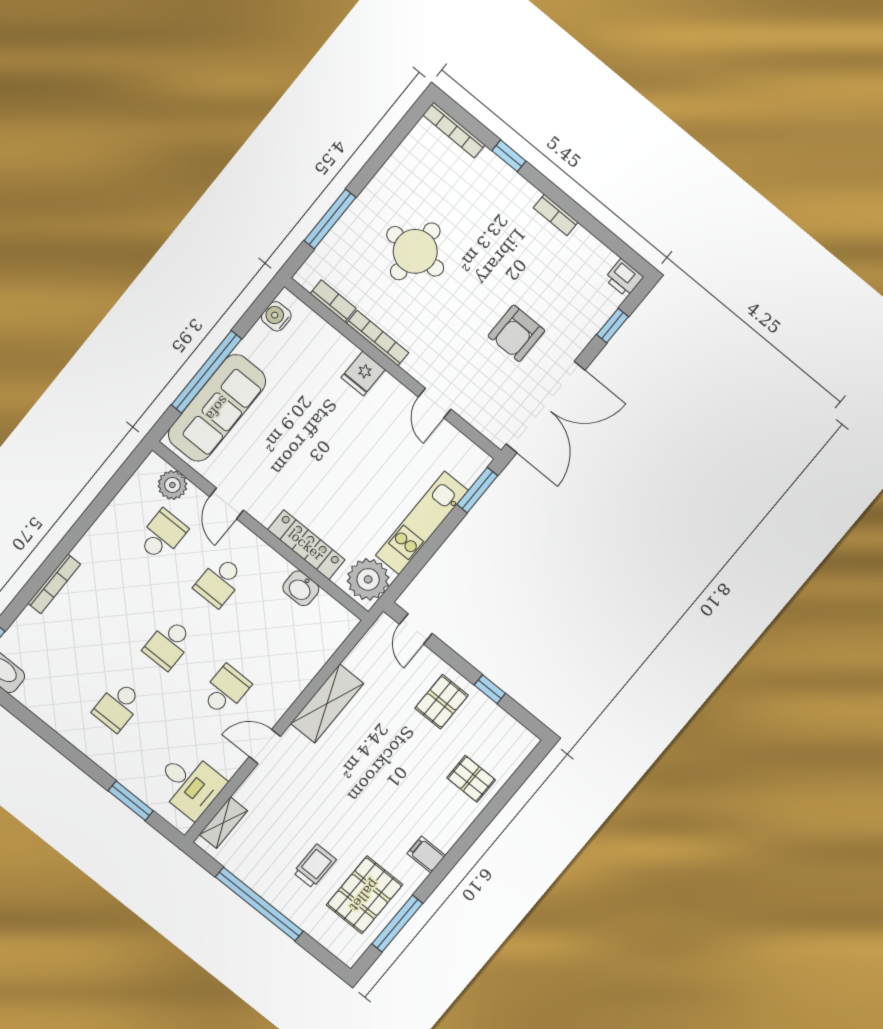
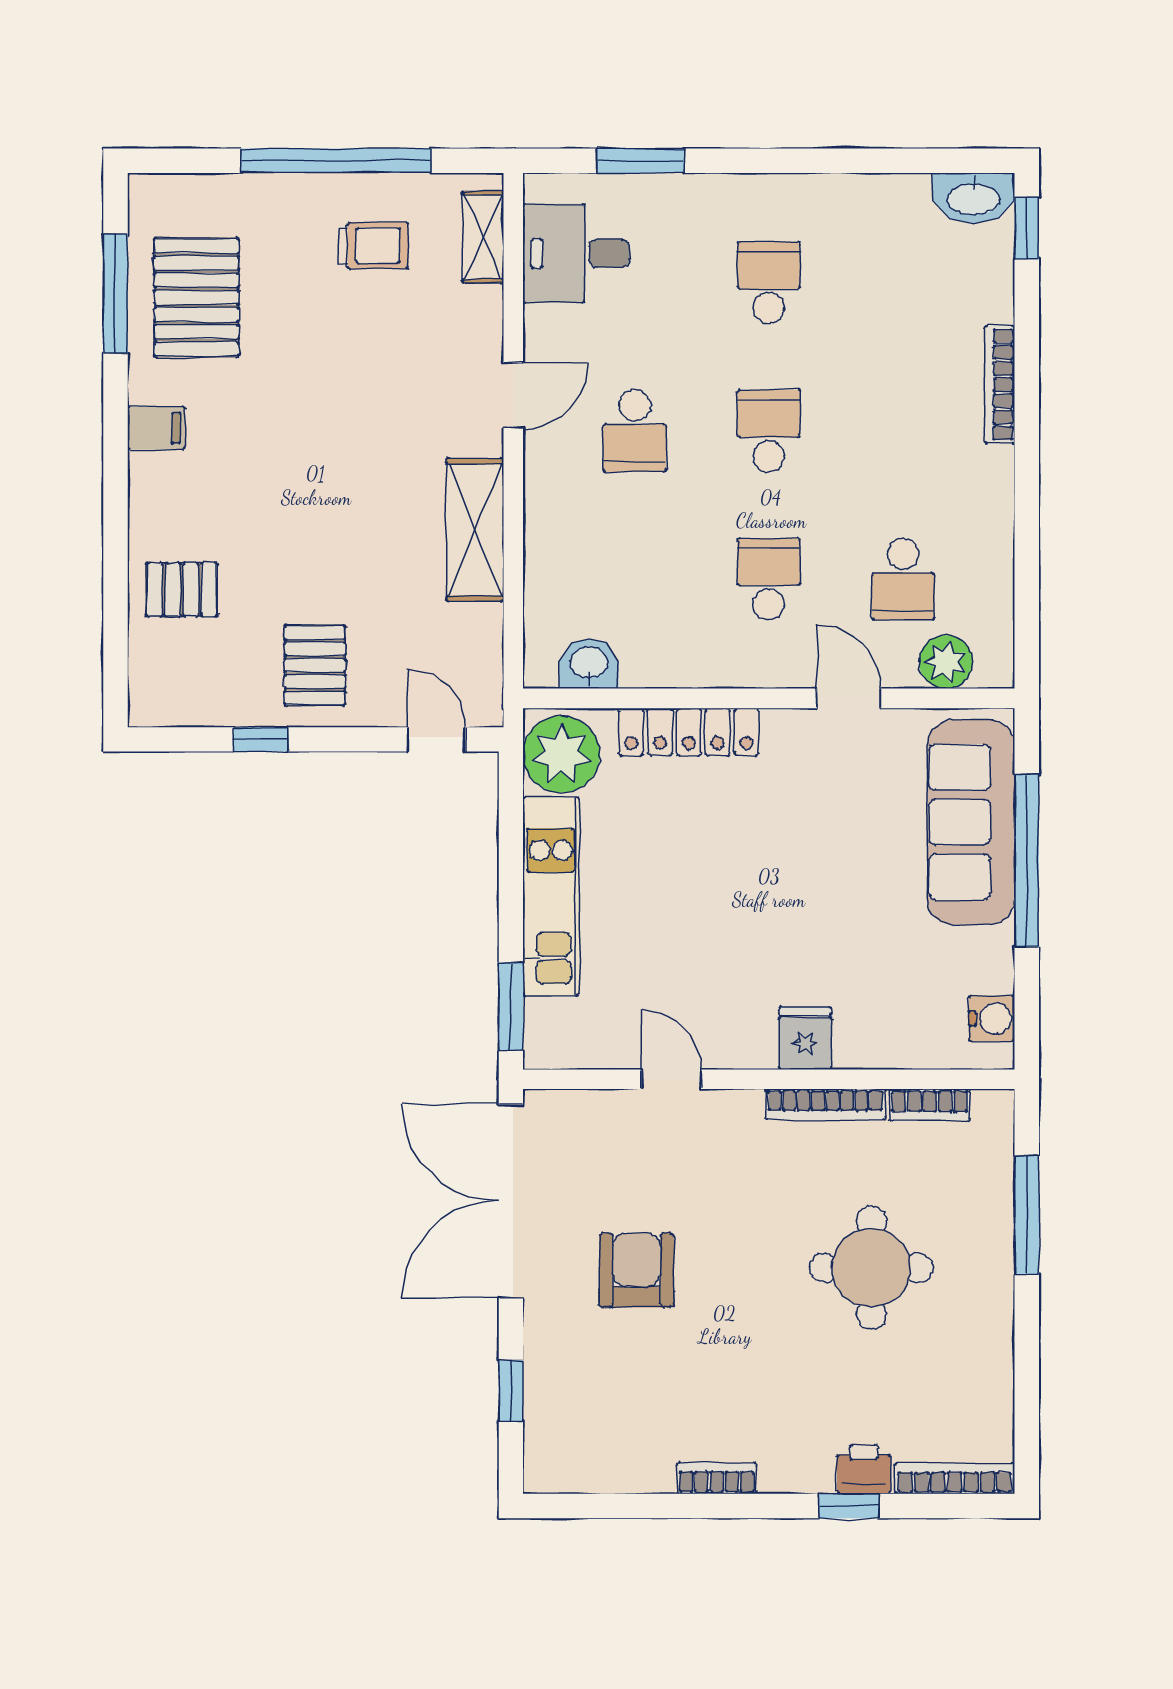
printer: (624, 278) -> (864, 1470), moved
washbasin: (301, 588) -> (589, 664), moved
trolley: (315, 866) -> (373, 246), moved, turned -90

